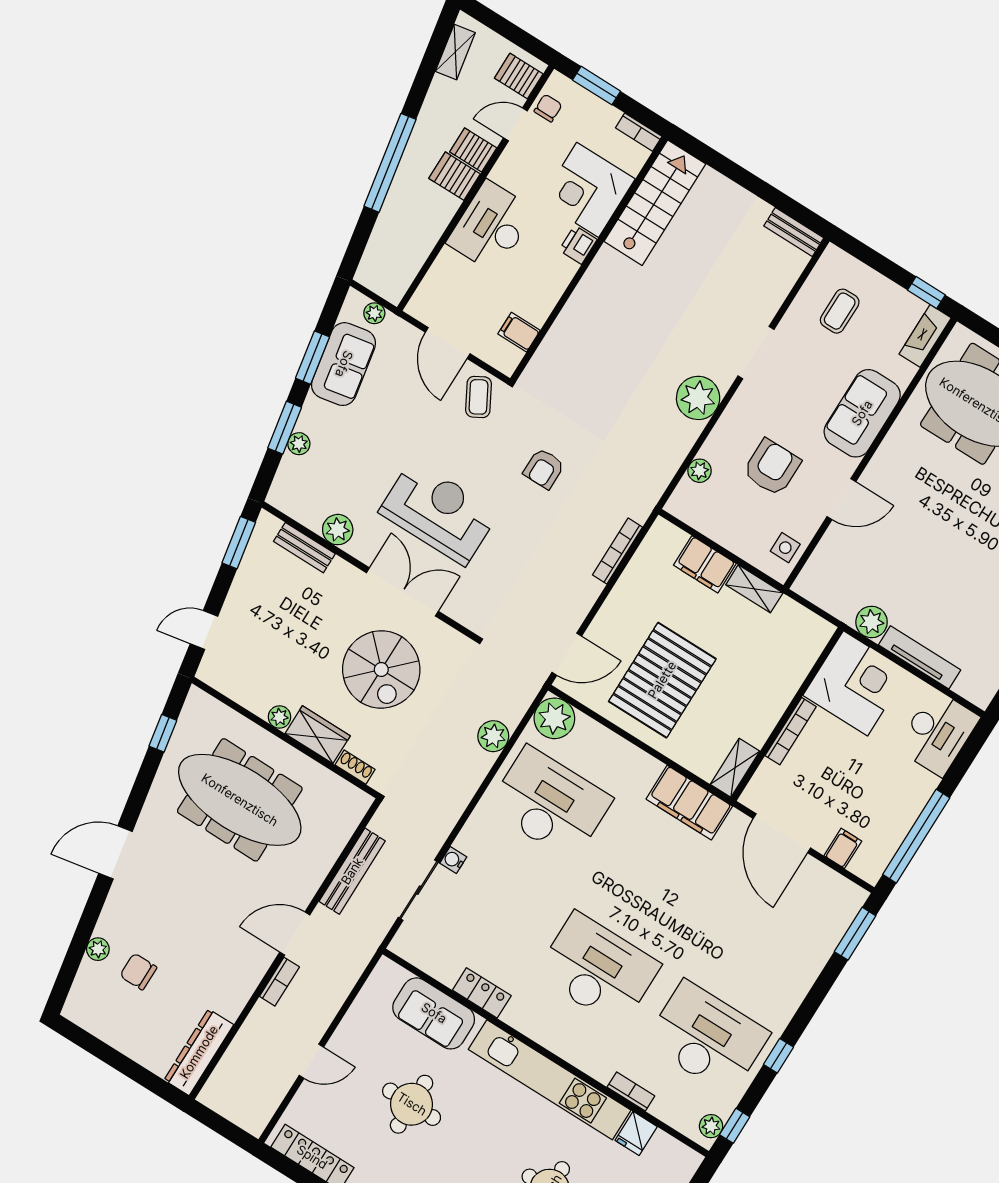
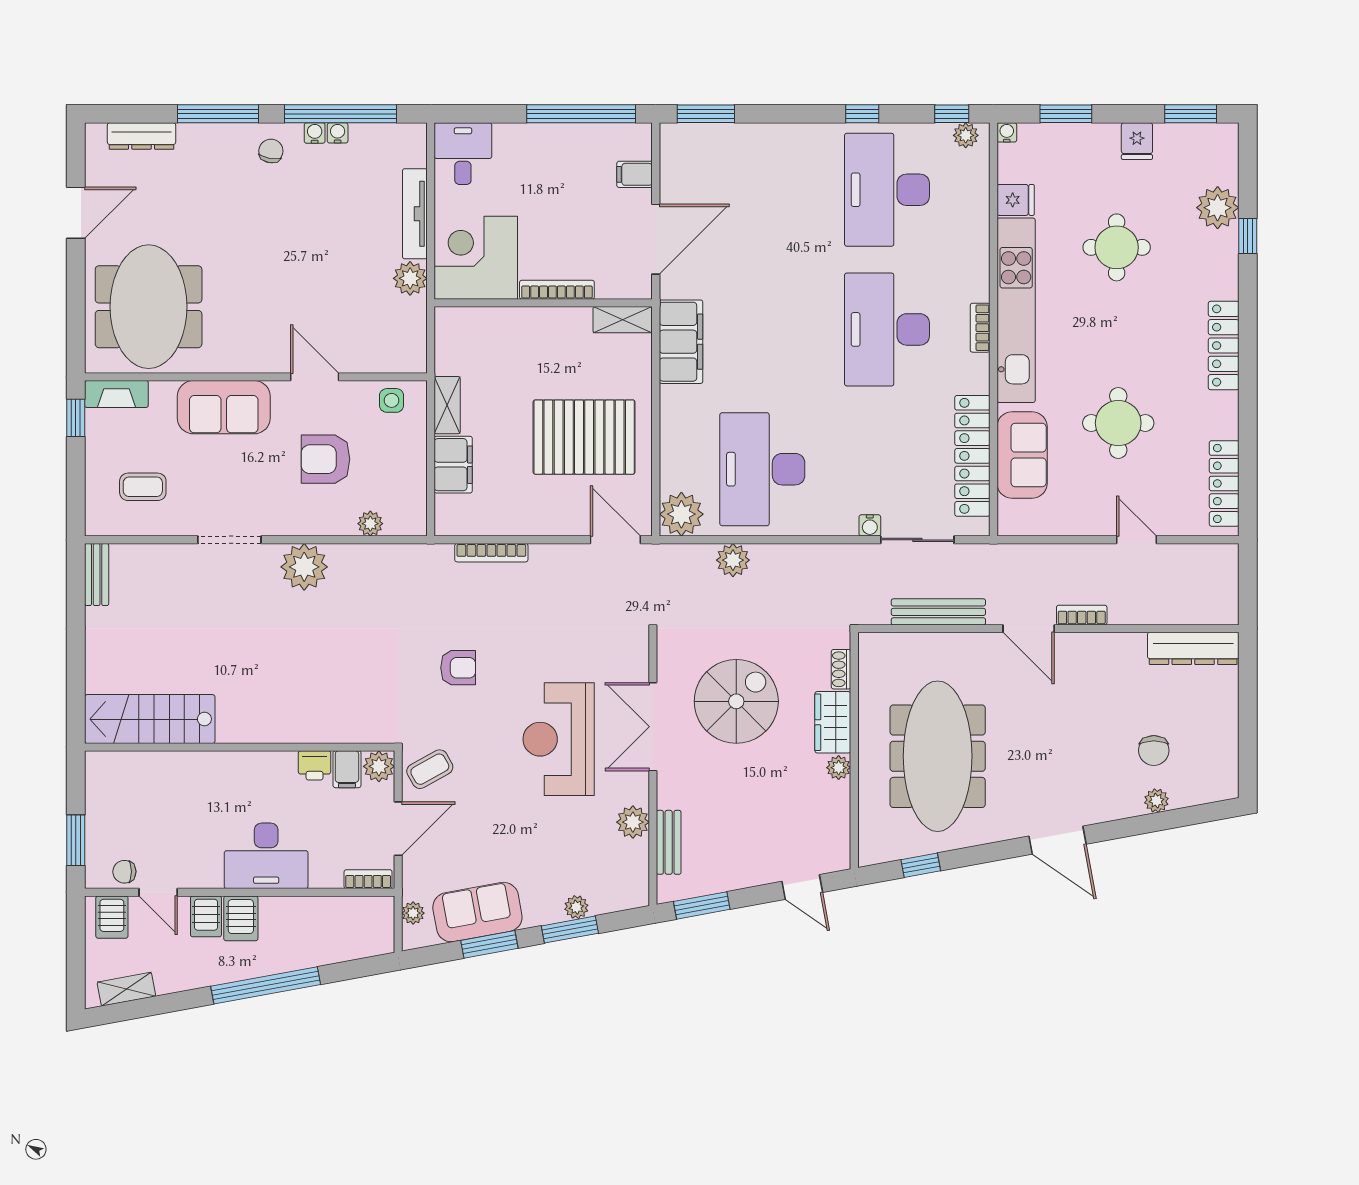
bookcase: (639, 132) -> (368, 879), moved, turned -90
corner desk: (588, 190) -> (177, 788), removed
printer: (578, 245) -> (315, 765), moved
plant: (506, 358) -> (379, 766), added
desk: (938, 733) -> (463, 154), width x0.73
locker: (482, 993) -> (972, 456), width x2.16, depth x1.21
bookcase: (631, 1092) -> (980, 328), moved
water cooler: (693, 1160) -> (1007, 132), added

